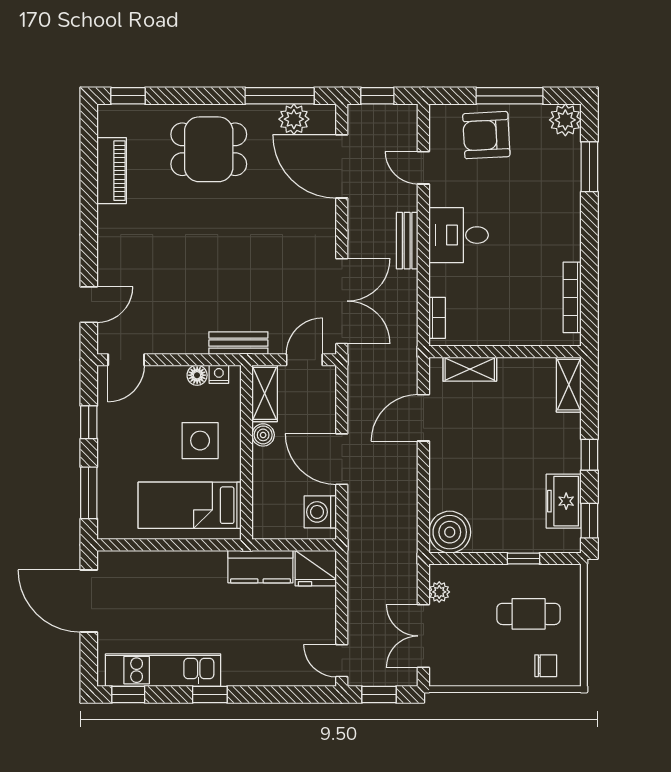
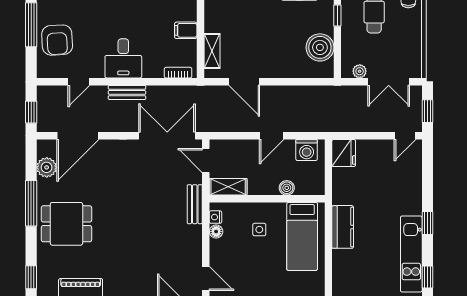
window: (280, 96) -> (31, 203), moved
dining table: (209, 149) -> (66, 224), turned 90
filing cabinet: (501, 329) -> (186, 30), added
boiler: (263, 435) -> (287, 188), moved
side table: (200, 441) -> (259, 230), width x0.54, depth x0.54
door: (342, 459) -> (272, 136), width x0.73
boiler: (450, 532) -> (320, 47), moved
kitchen counter: (260, 567) -> (343, 227), moved

